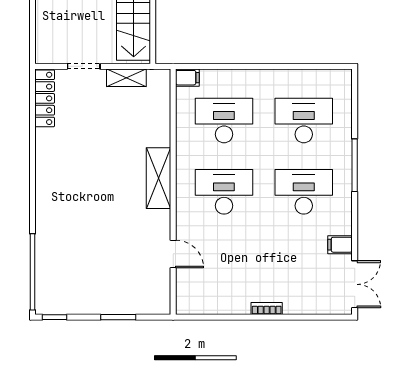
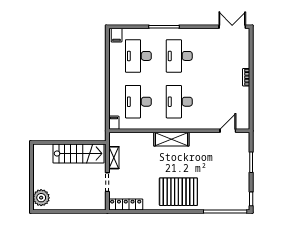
pallet: (67, 190) -> (178, 192), added
filing cabinet: (340, 245) -> (117, 35), moved
door: (173, 254) -> (228, 131), moved

